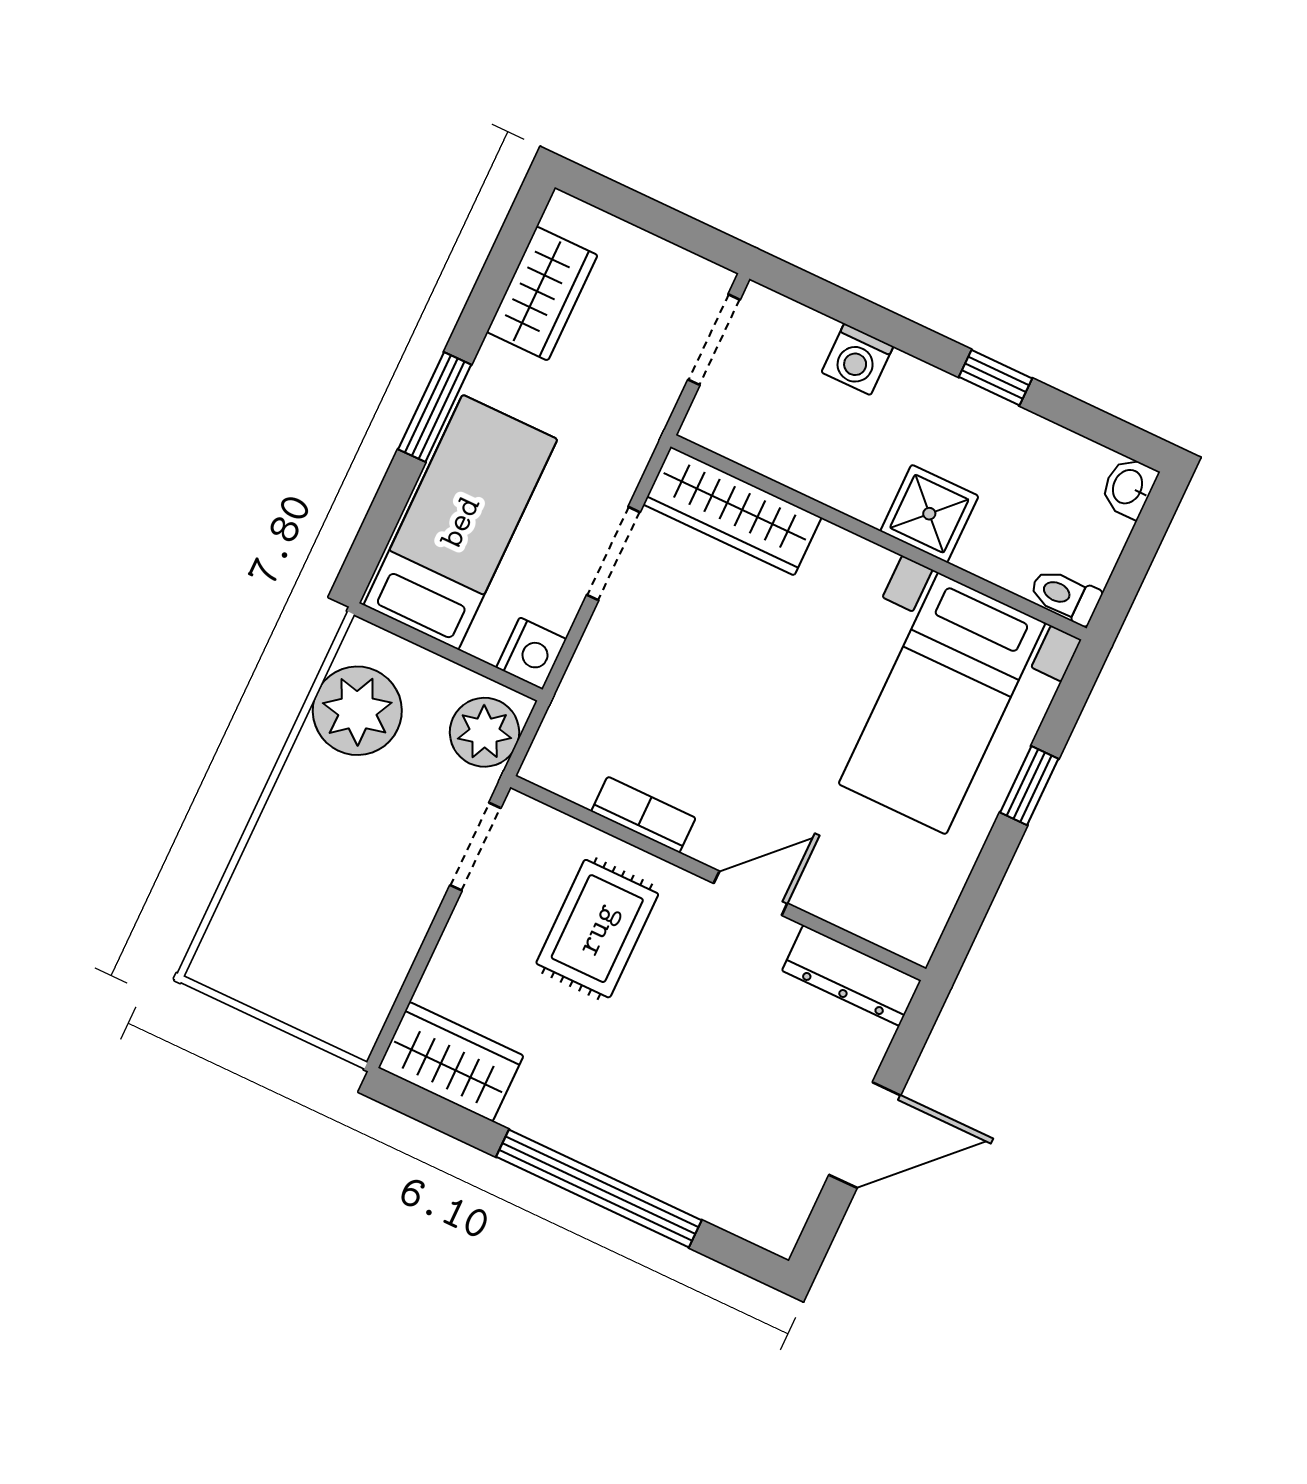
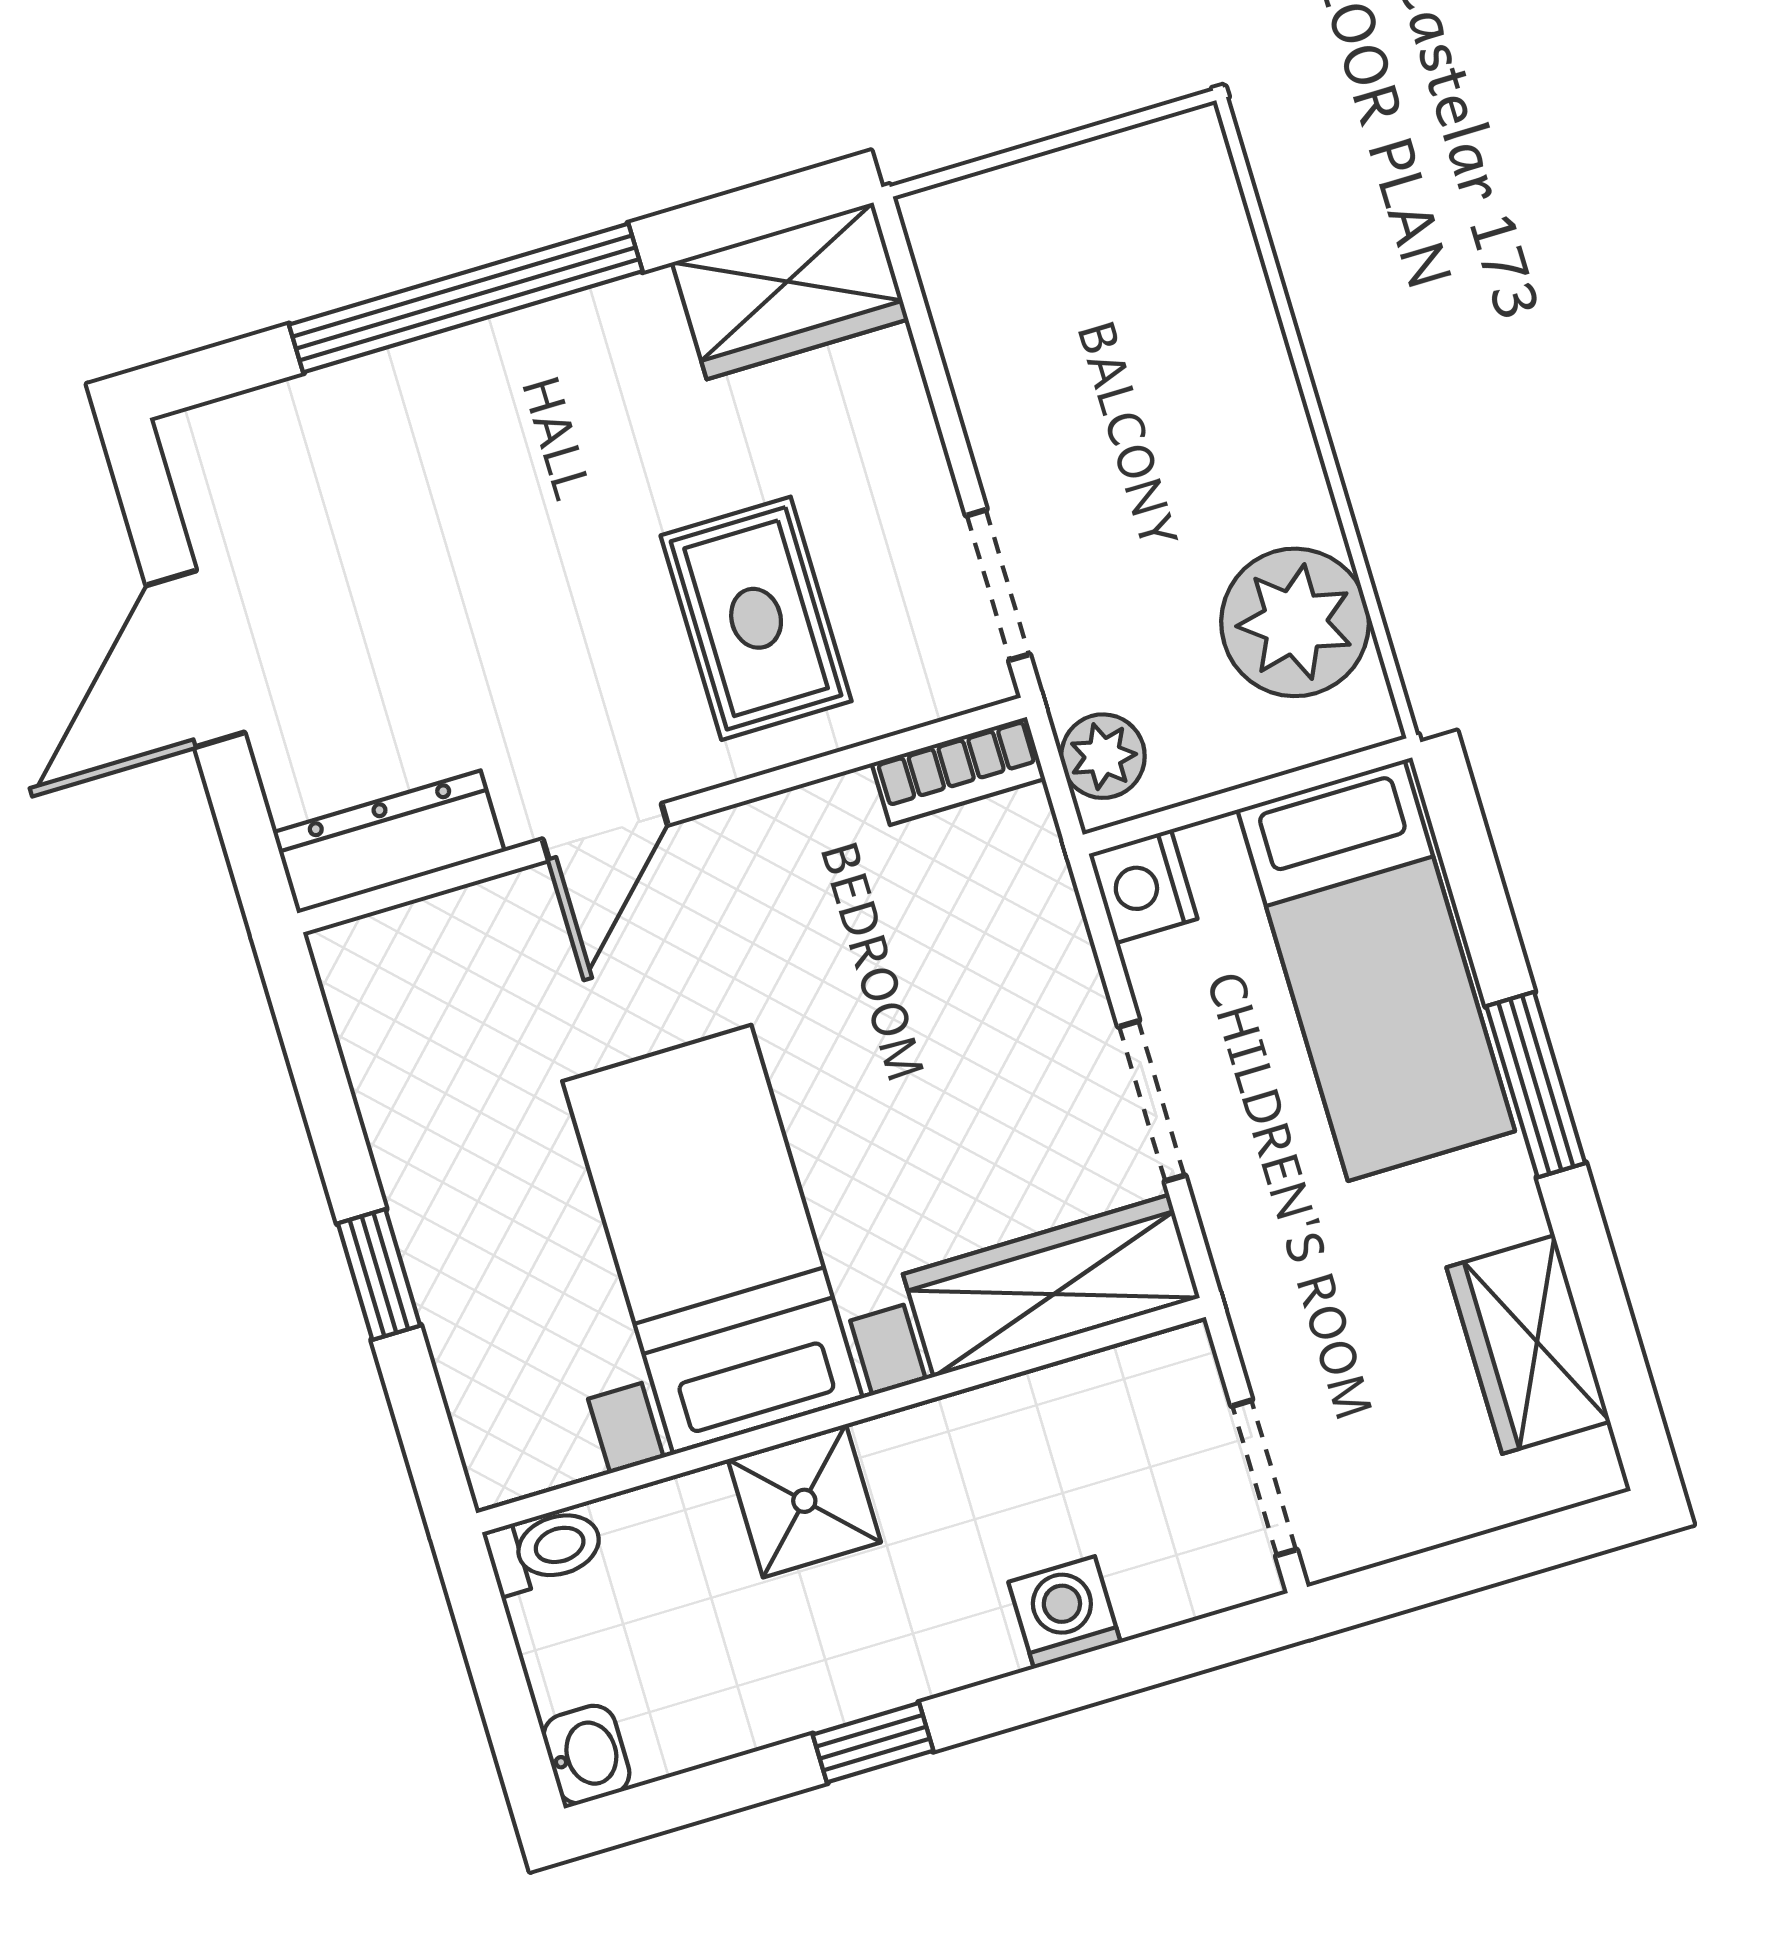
bed with nightstands: (942, 703) -> (712, 1240), moved
plant: (484, 732) -> (1103, 756), width x0.73, depth x0.73
bookcase: (643, 815) -> (958, 771), moved

